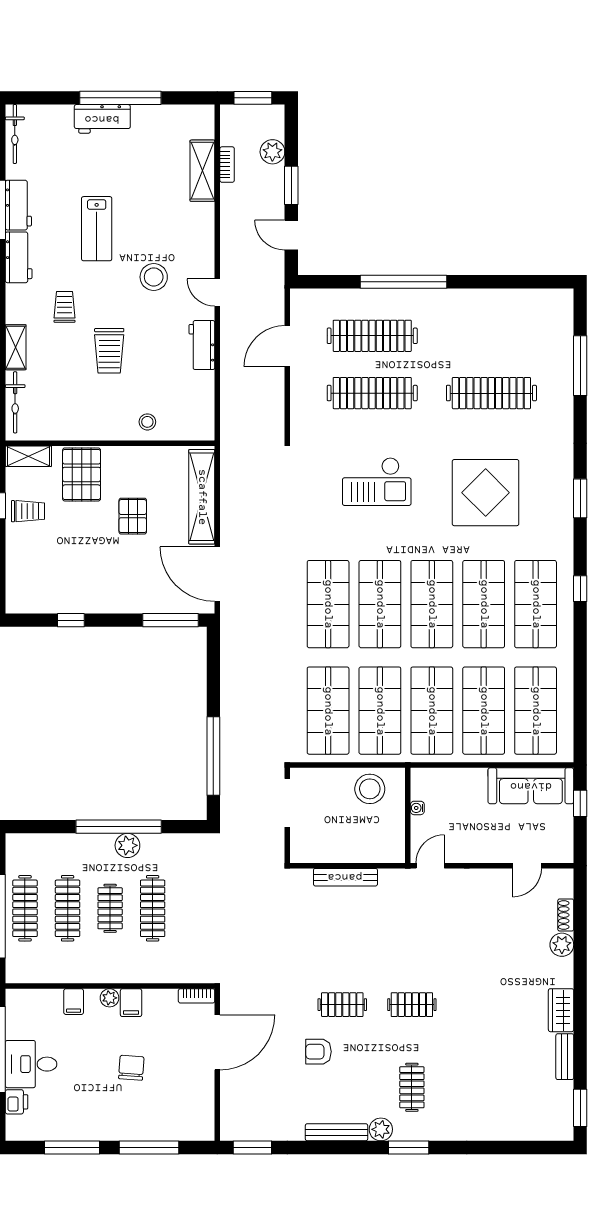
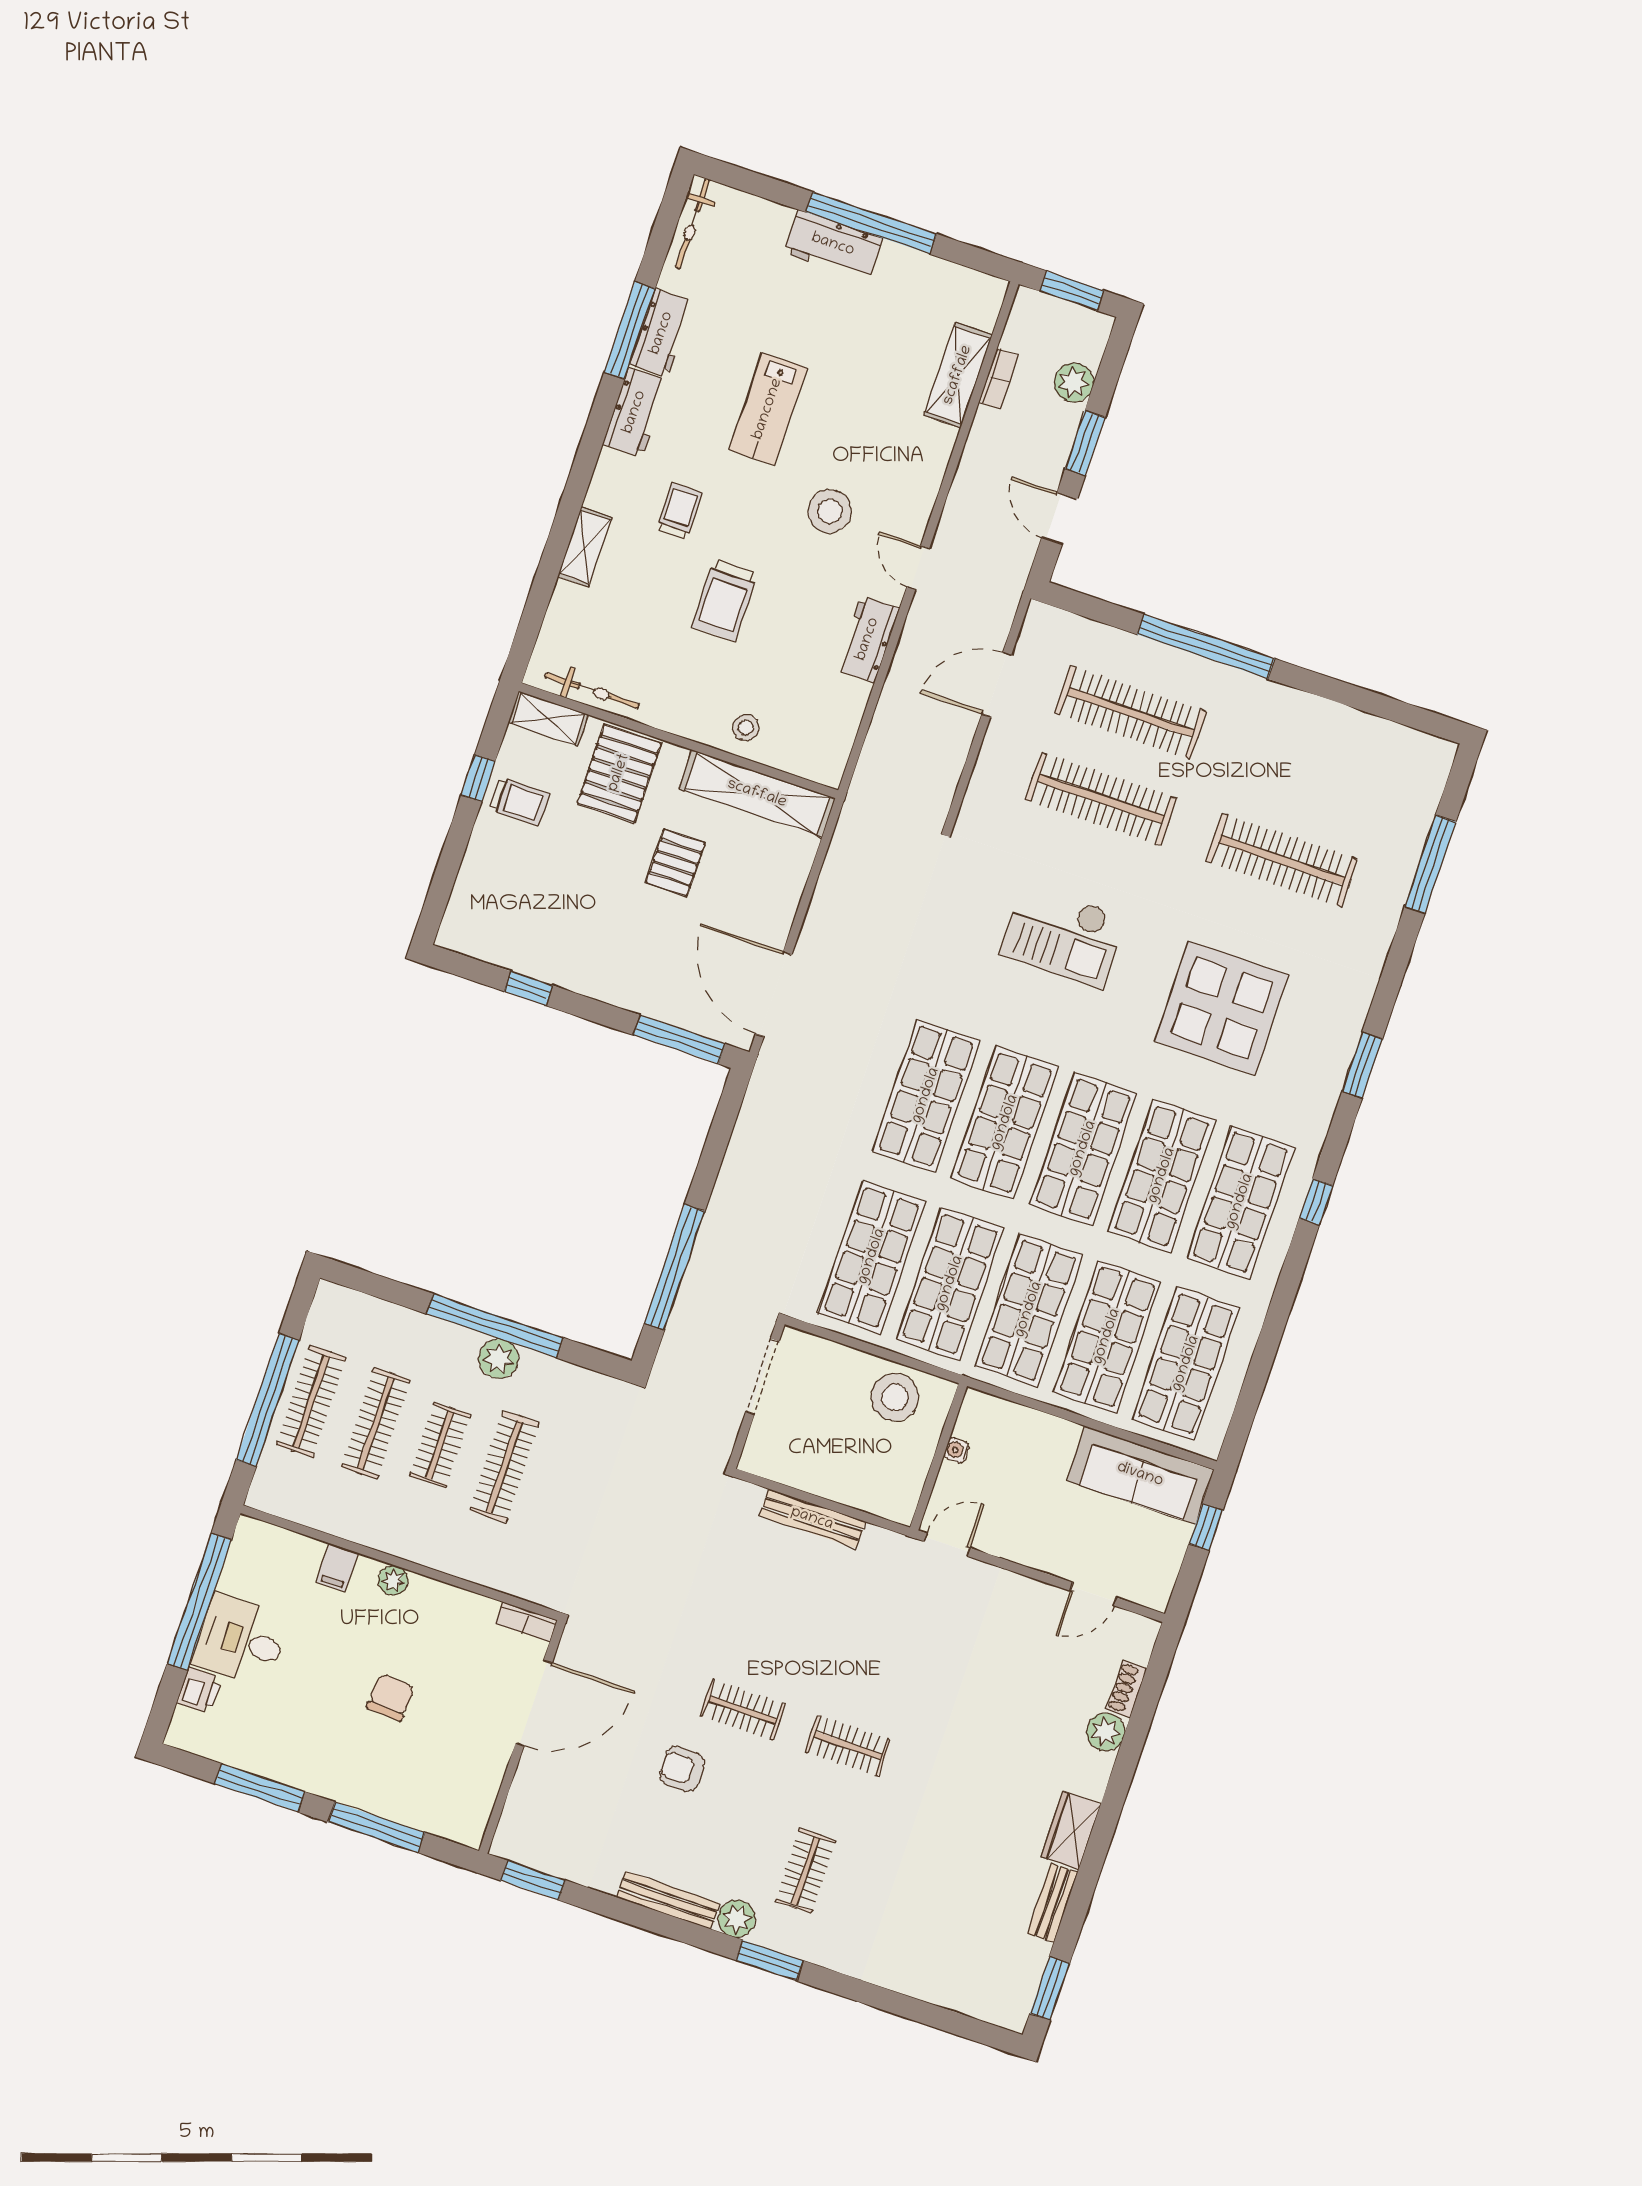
bicycle: (15, 402) -> (592, 691), moved, turned -90
shelving: (202, 497) -> (757, 794), moved, turned 90
filing cabinet: (131, 1003) -> (423, 1599), removed

